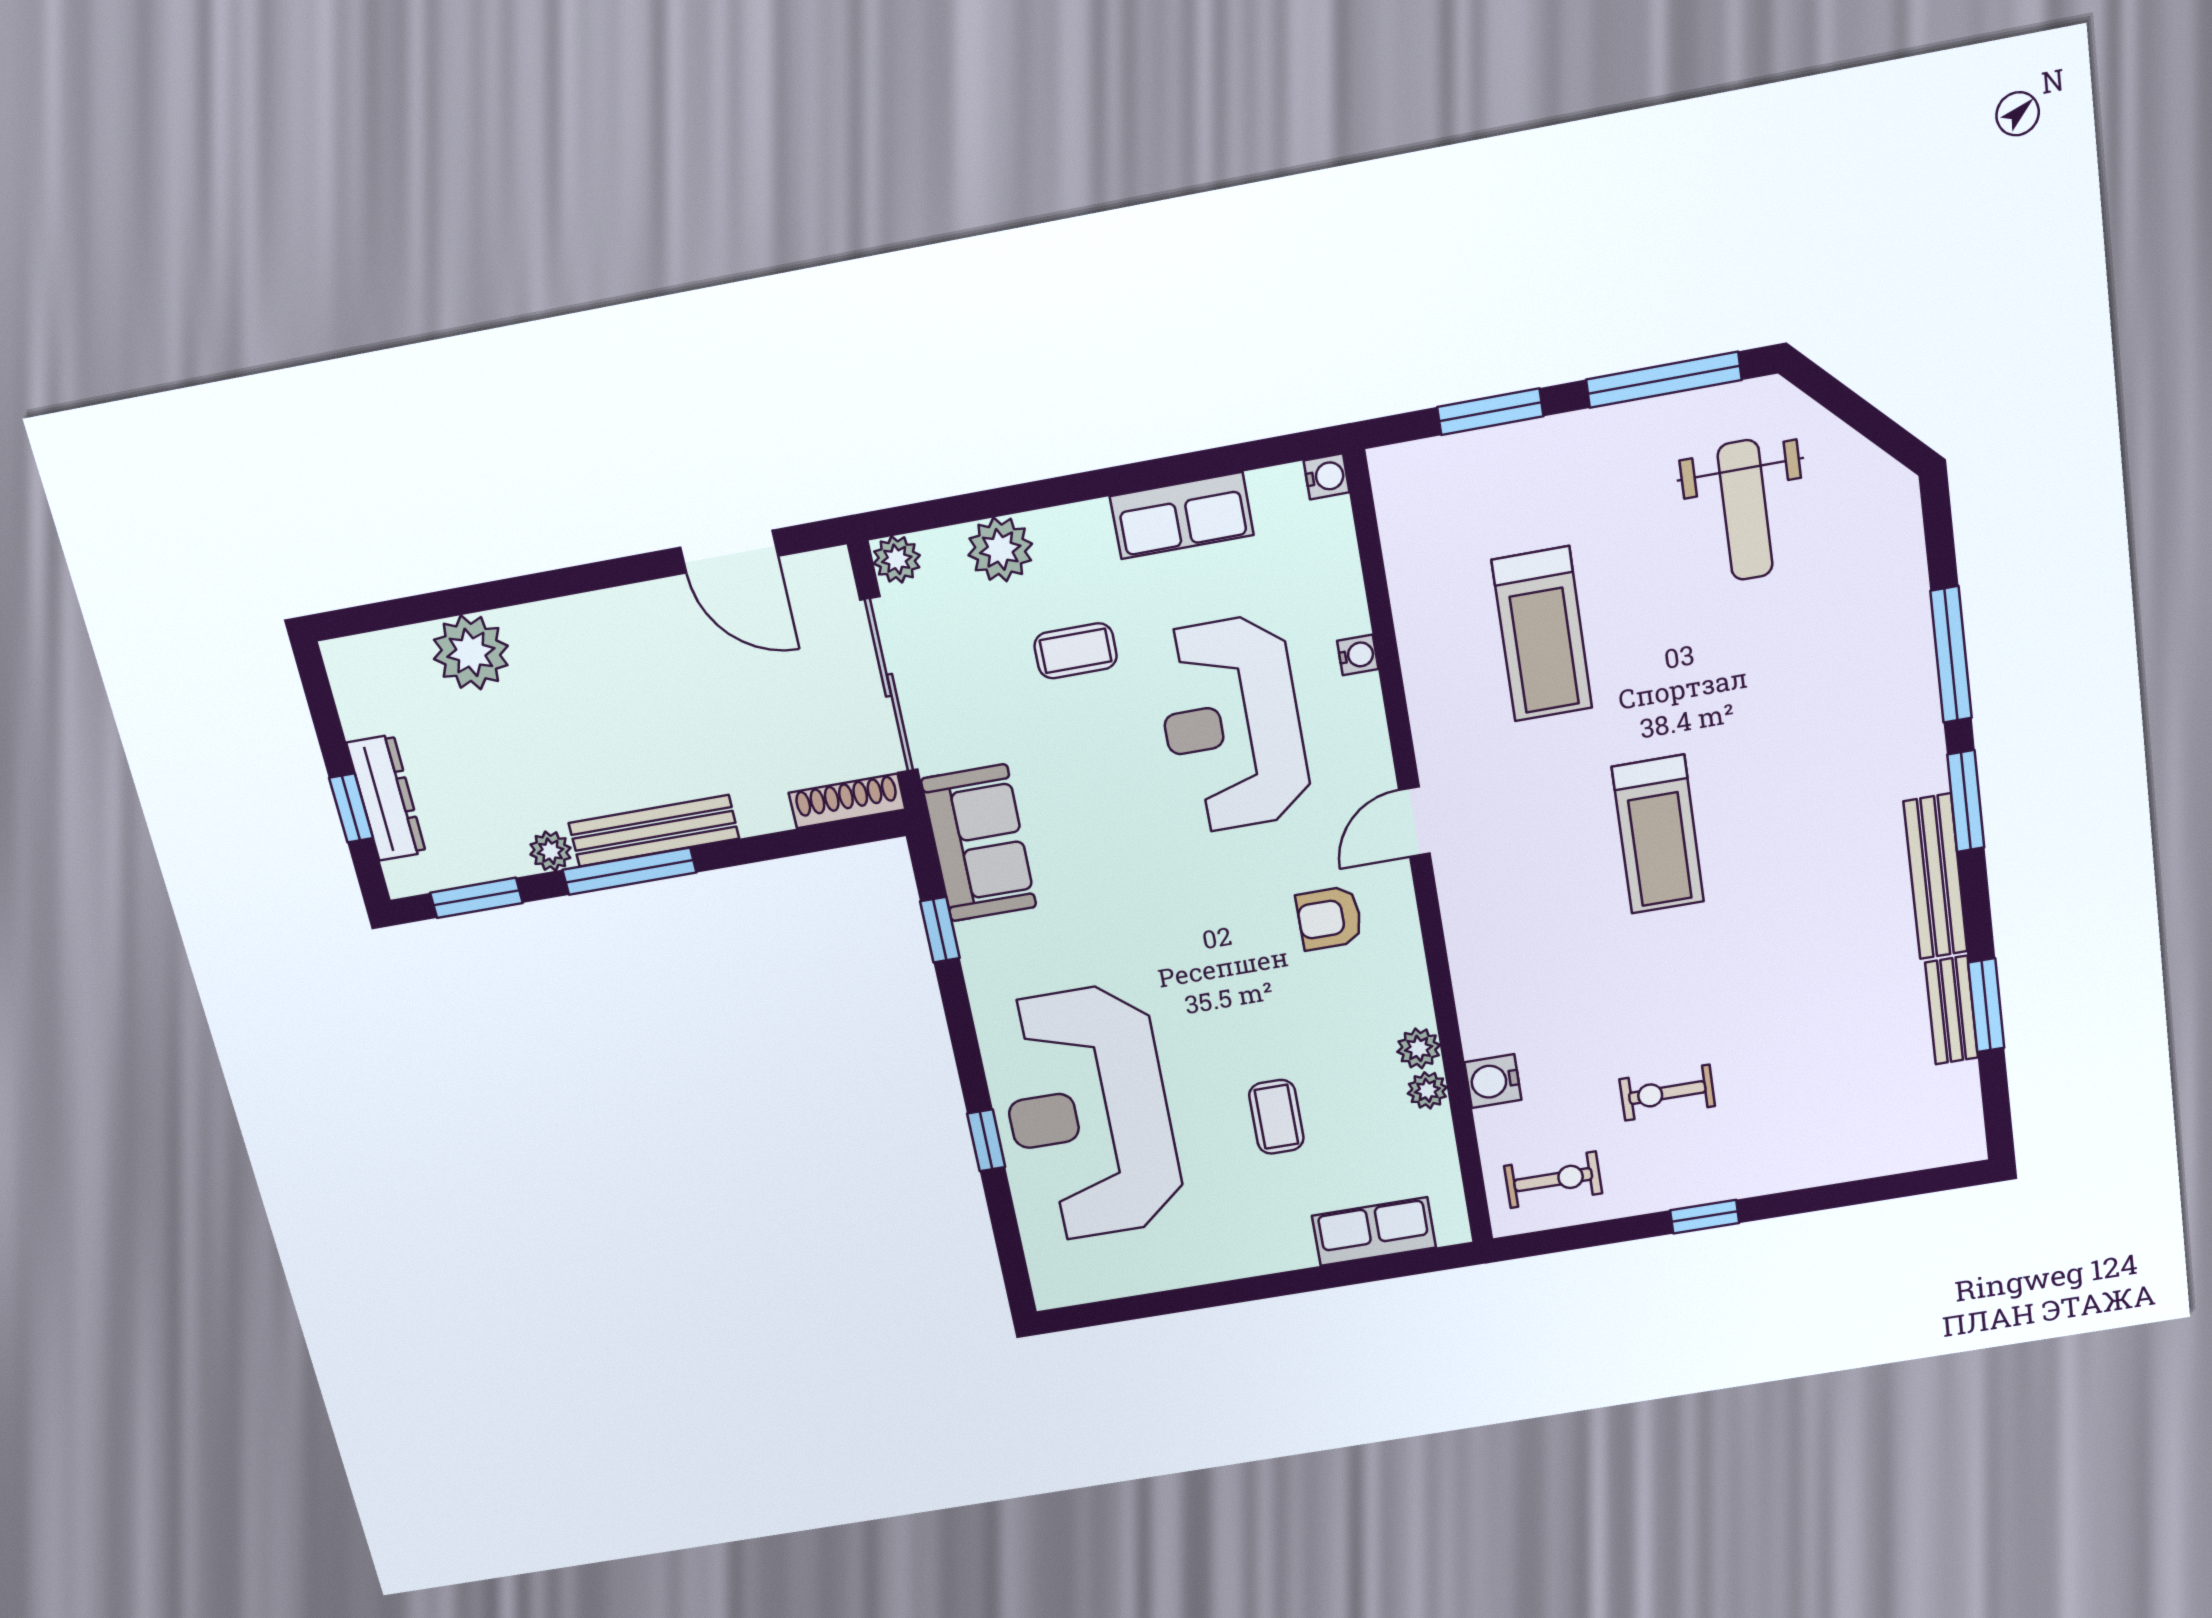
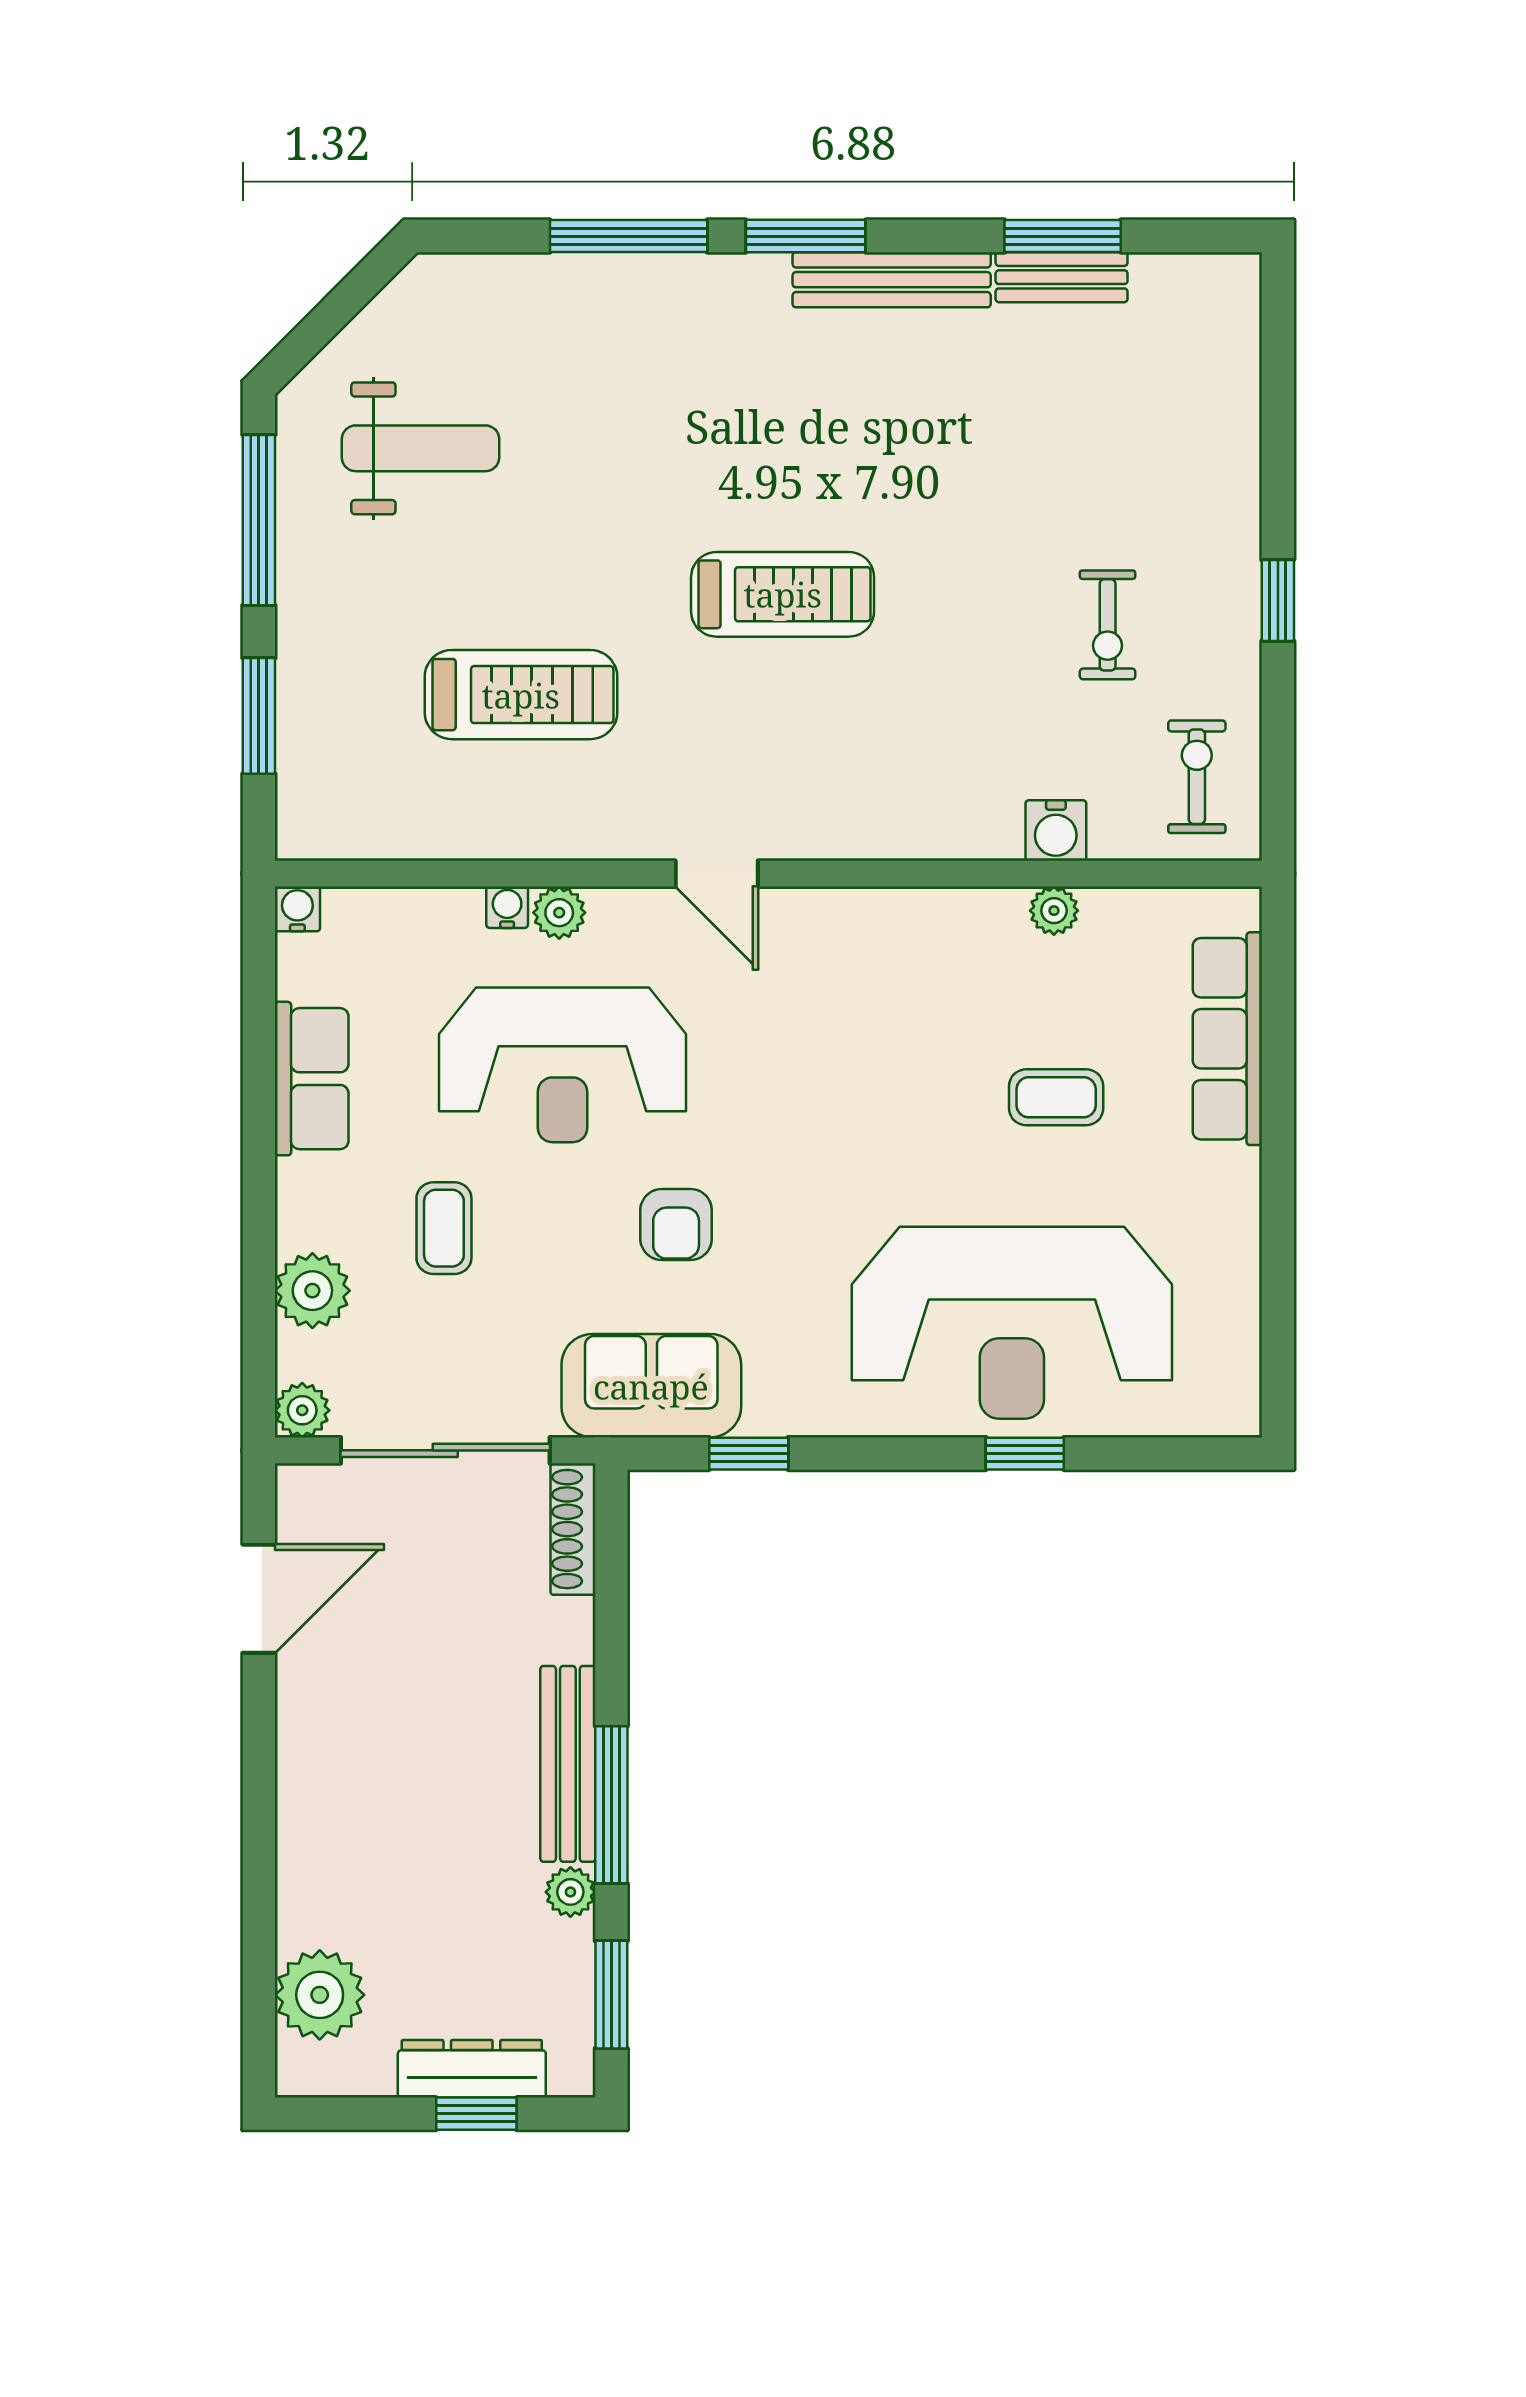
plant: (471, 652) -> (320, 1995), moved
armchair: (1329, 918) -> (676, 1225), moved
plant: (1419, 1048) -> (559, 913), moved
row of seats: (1374, 1232) -> (1227, 1039), width x1.48

